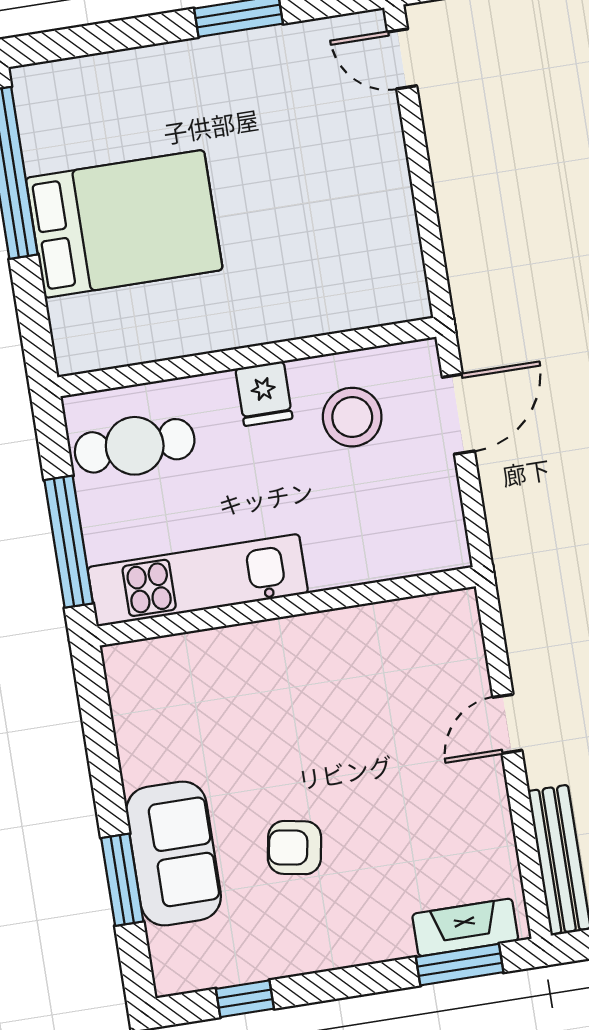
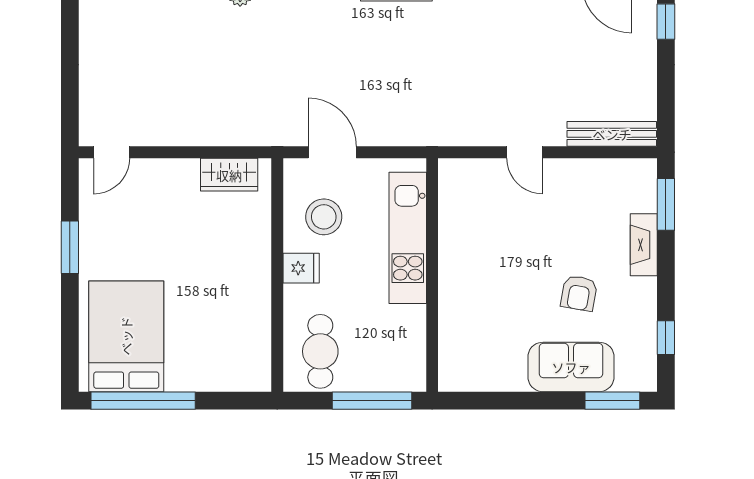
bed: (124, 224) -> (126, 336), moved
wardrobe: (396, 254) -> (229, 175), added
kitchen unit: (198, 580) -> (408, 238), moved
window: (122, 880) -> (612, 401), moved
fireplace: (465, 927) -> (644, 245), moved

